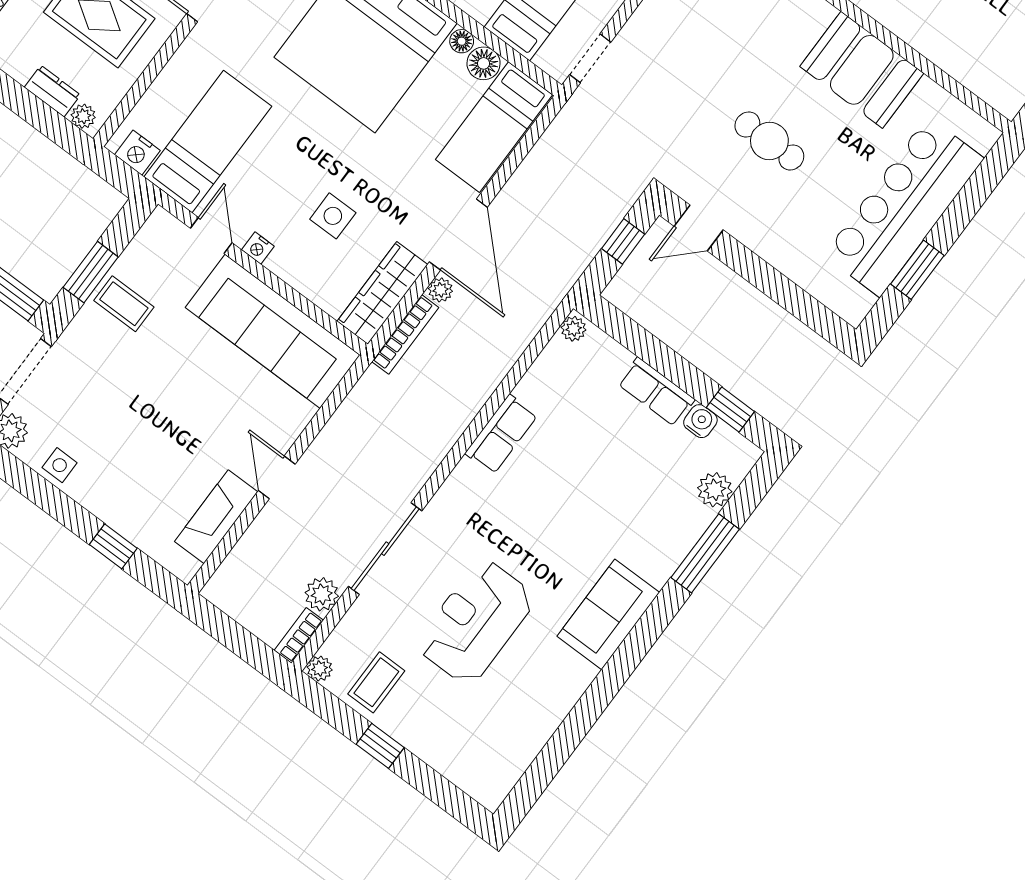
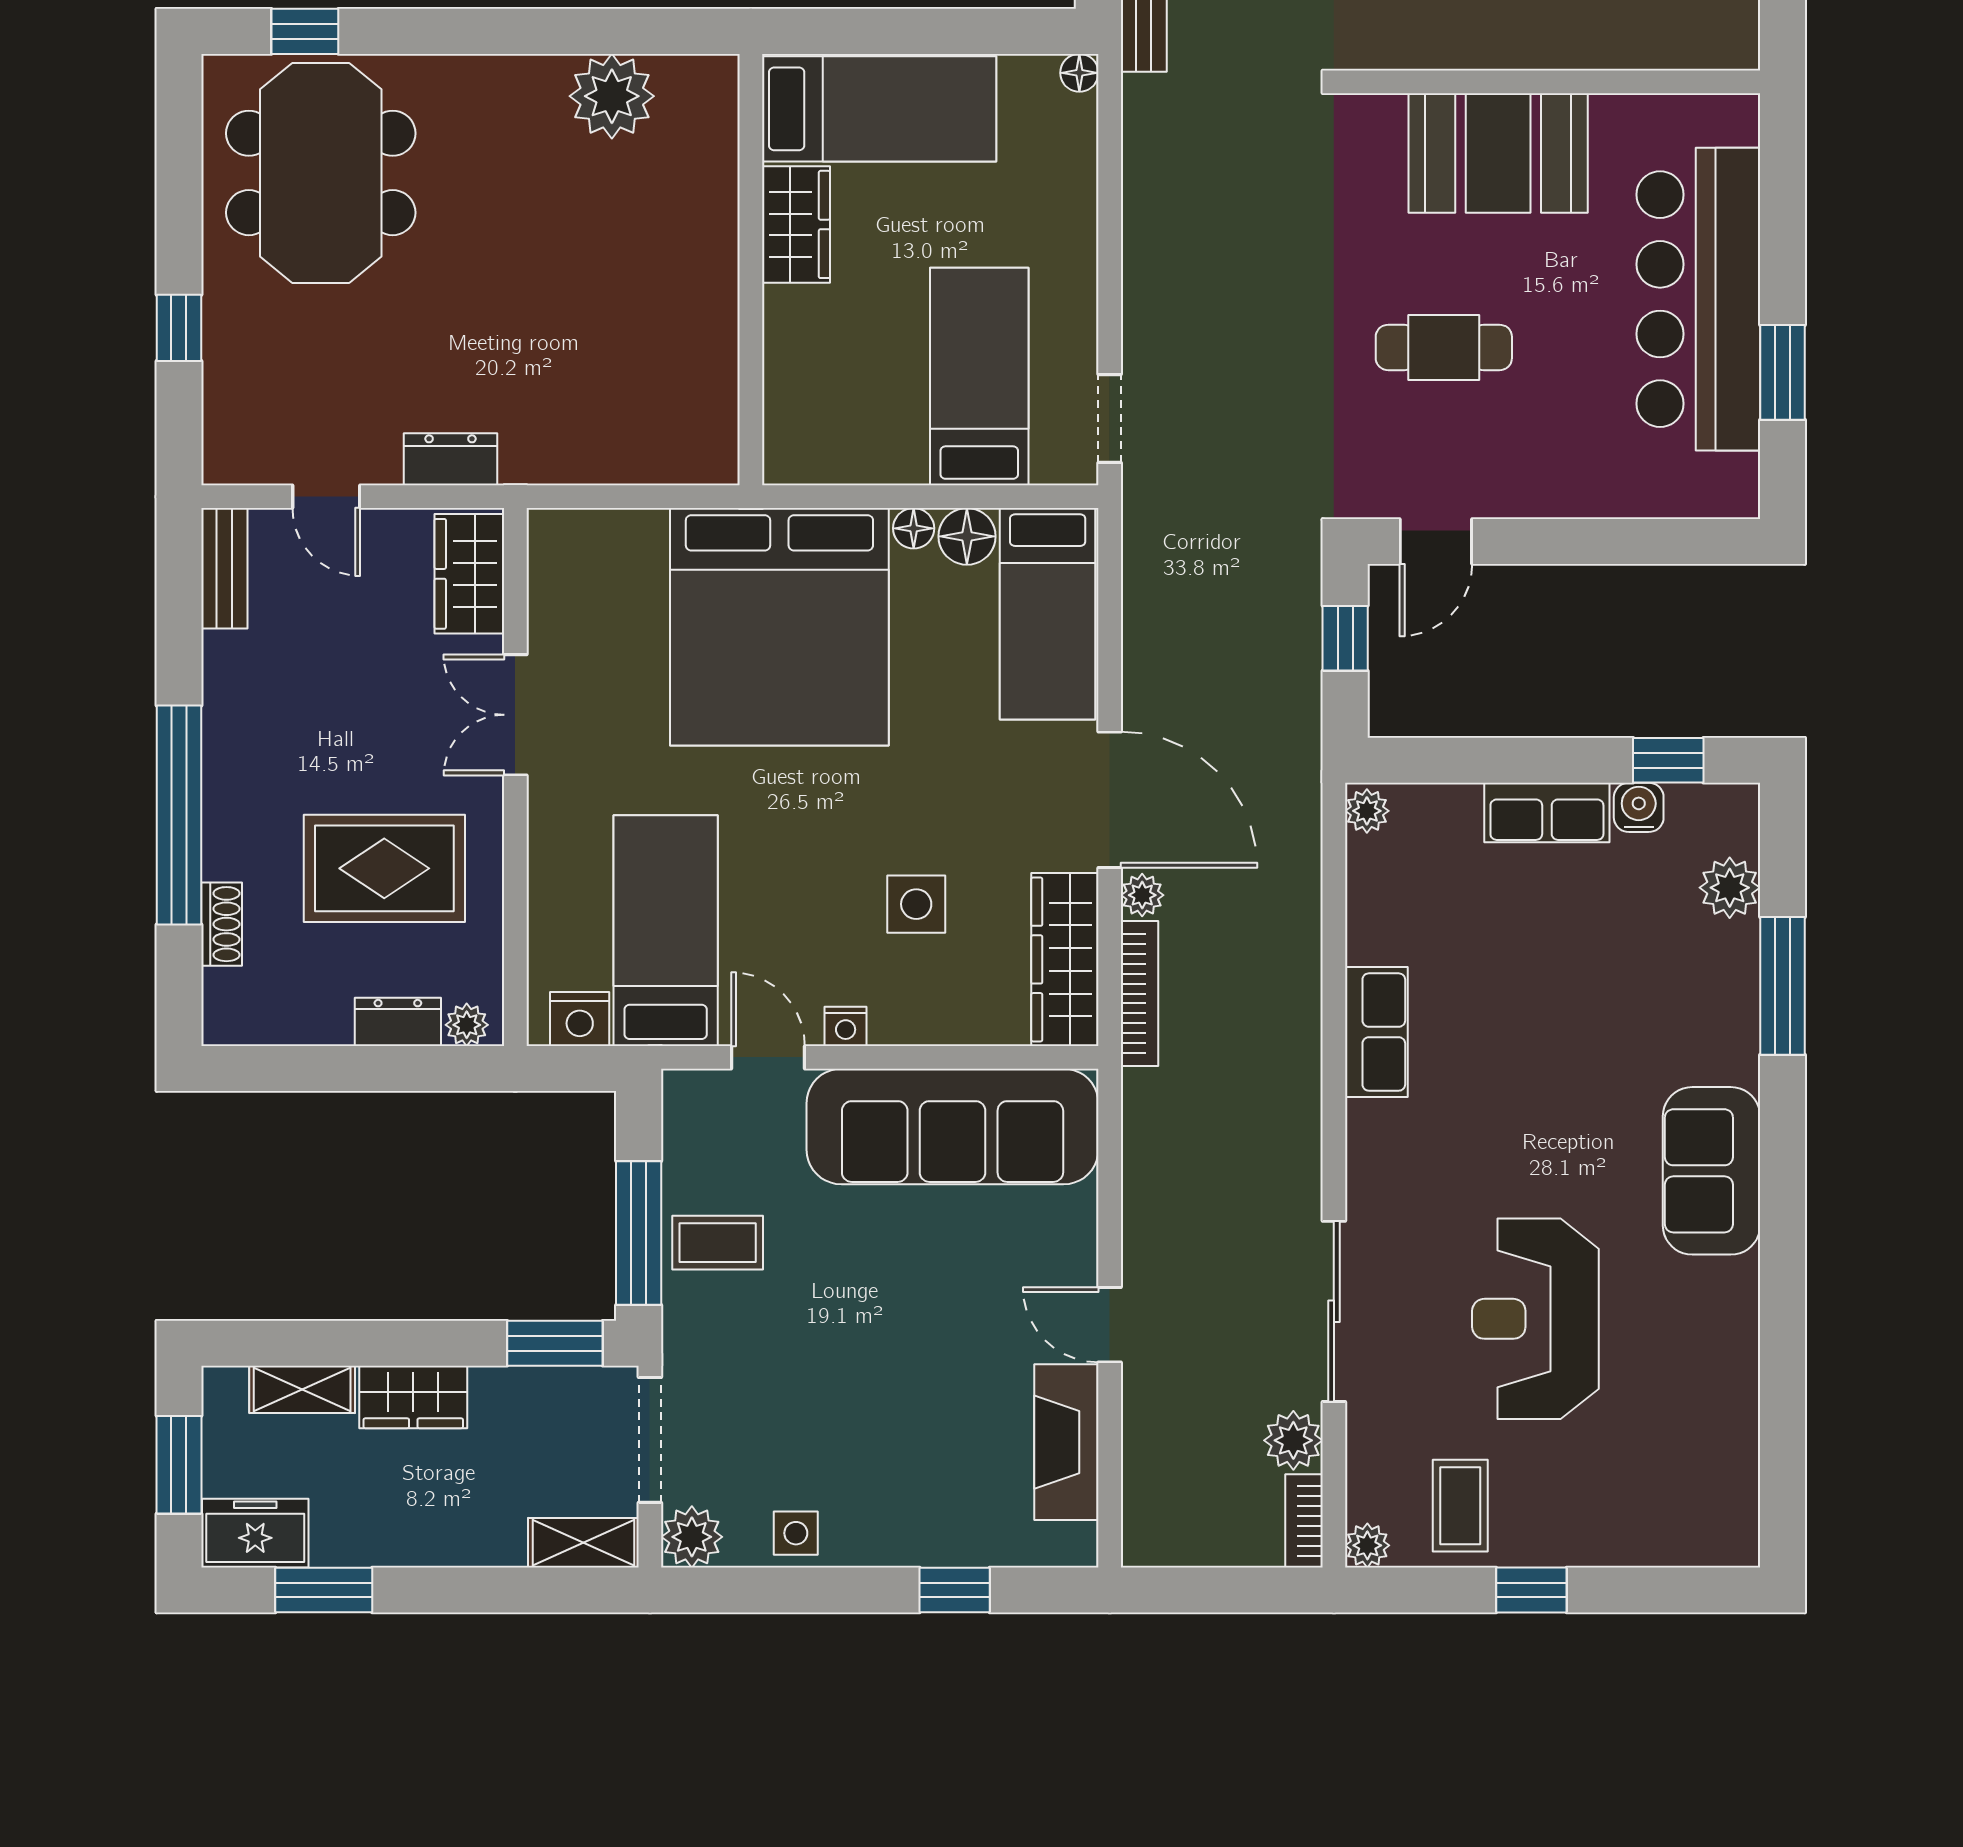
window: (91, 272) -> (639, 1233), width x1.44

